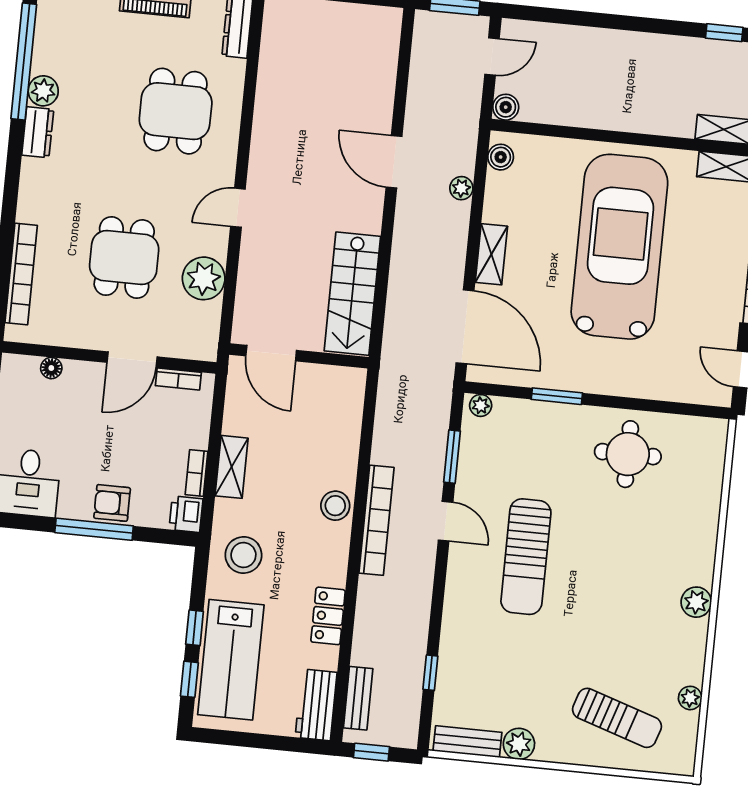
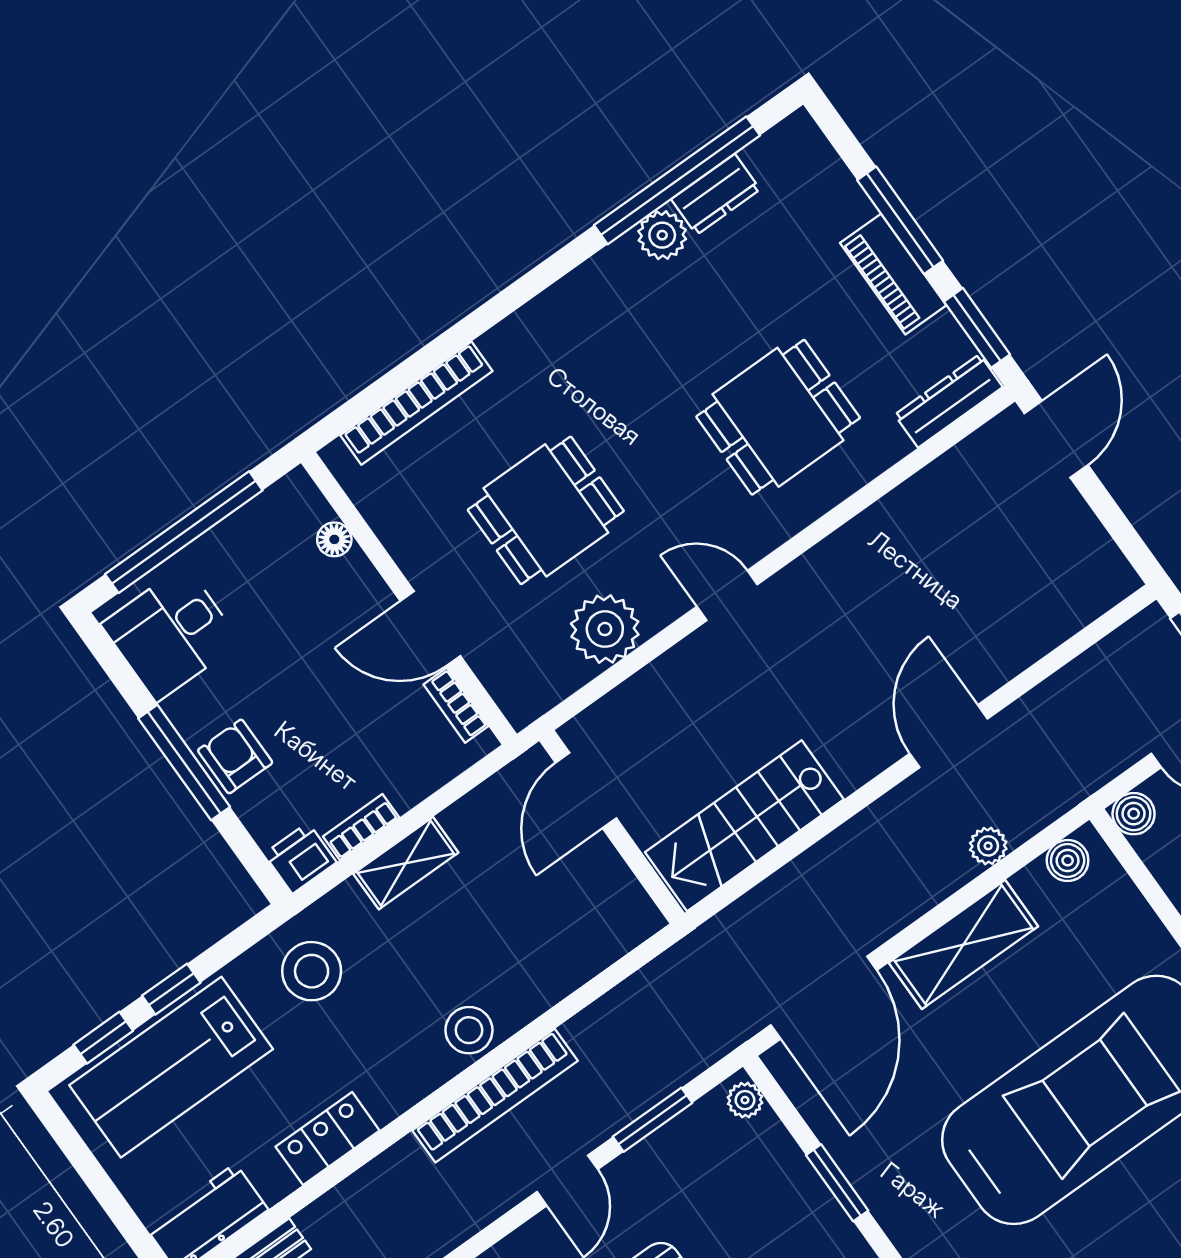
dresser: (38, 132) -> (716, 194), moved
shelving: (491, 254) -> (963, 944), width x1.50, depth x1.33

